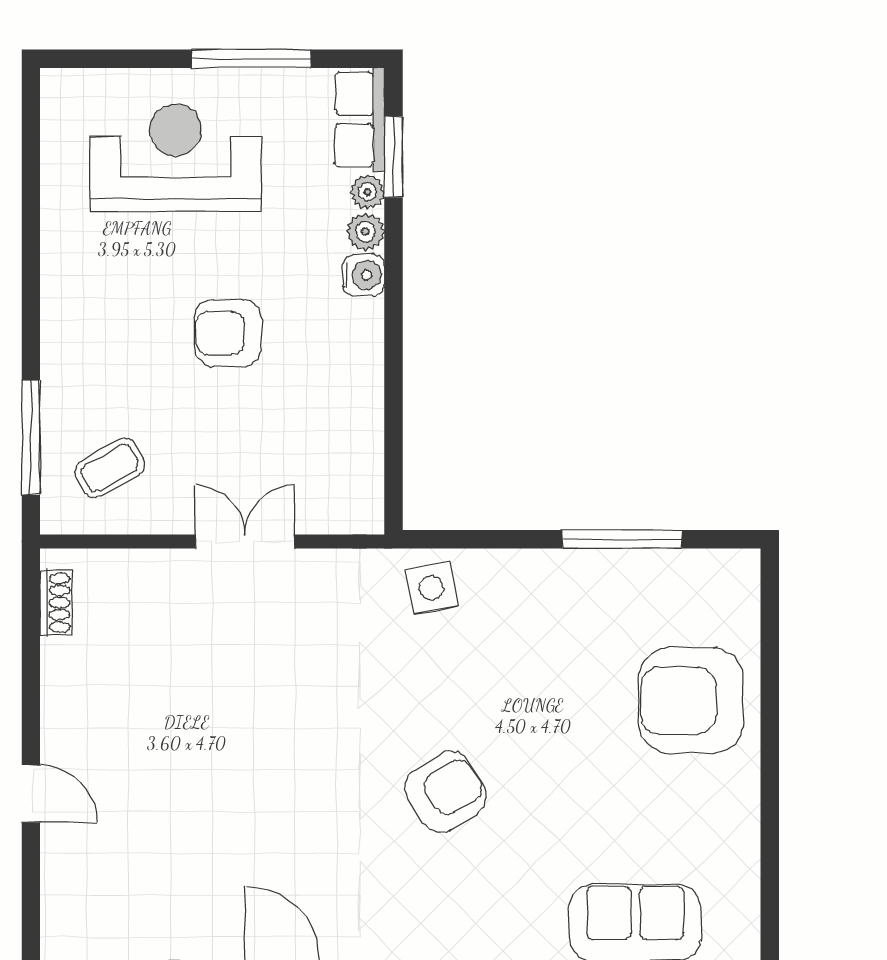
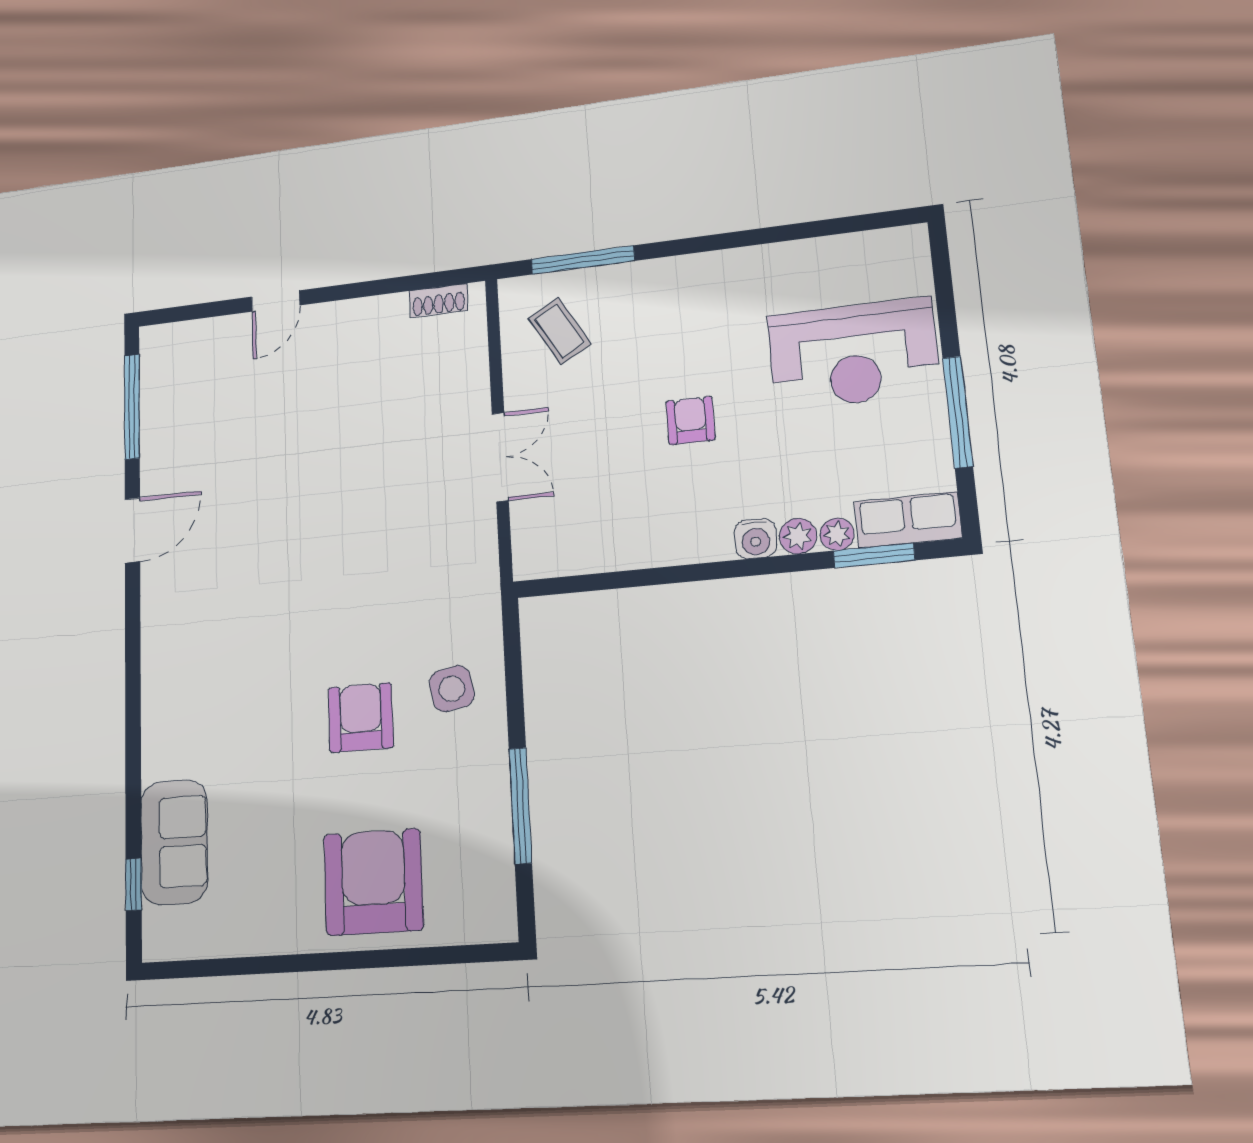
reception desk: (176, 158) -> (853, 354), turned 90
armchair: (228, 333) -> (690, 420), width x0.72, depth x0.72
side table: (431, 588) -> (452, 689), moved
armchair: (446, 792) -> (361, 717), moved, turned -148

